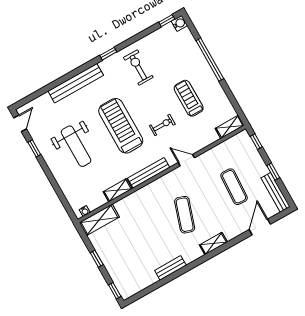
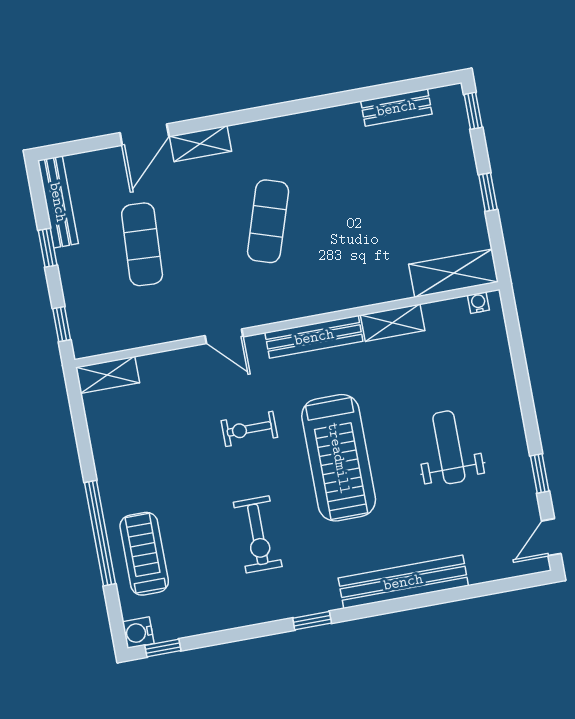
exercise bike: (138, 67) -> (258, 534), moved
treadmill: (189, 98) -> (144, 554), moved, turned 180
weight bench: (76, 146) -> (449, 447), width x0.73, depth x0.75
door: (260, 227) -> (144, 135), moved
shelving: (213, 243) -> (200, 144), moved
bench: (170, 268) -> (396, 108), moved

